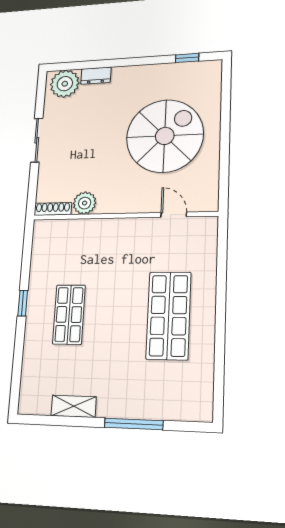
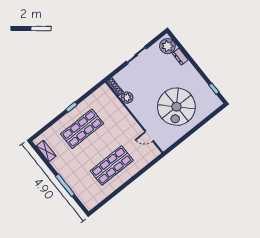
spiral stairs: (165, 136) -> (176, 107), turned 90
door: (174, 215) -> (149, 136), swing flipped
shop shelf: (69, 314) -> (82, 129), width x1.43, depth x1.36
shelving: (74, 406) -> (46, 151), moved

